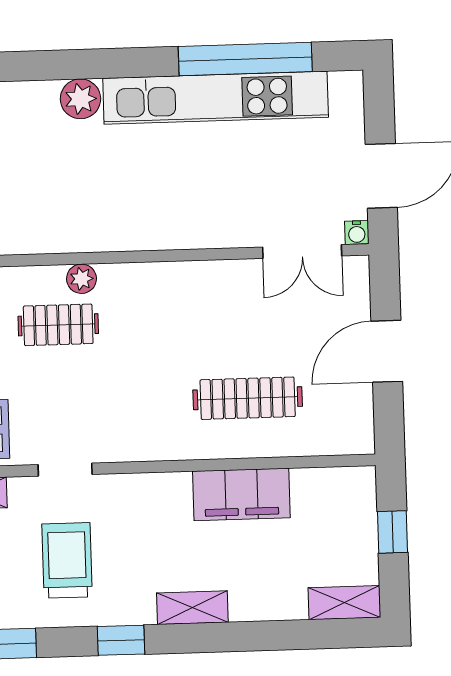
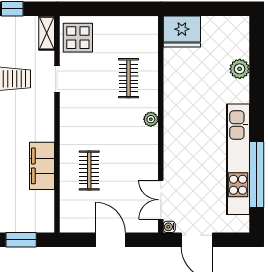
plant: (80, 99) -> (240, 69), moved
plant: (81, 279) -> (151, 119), moved
clothes rail: (248, 398) -> (89, 170), width x0.73
window: (392, 532) -> (21, 240), width x1.50

